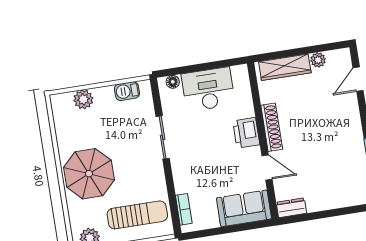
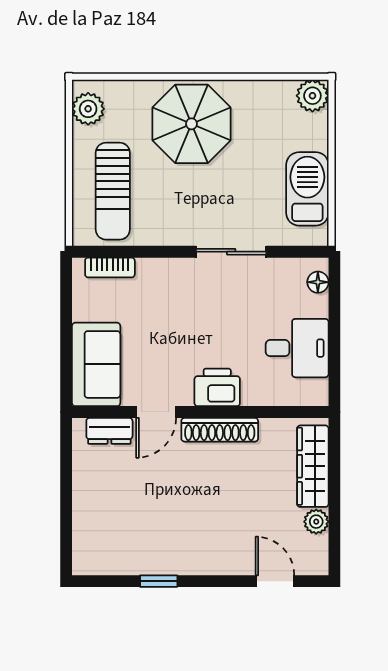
desk: (208, 89) -> (297, 348), width x0.73
barbecue: (127, 91) -> (307, 189), width x1.88, depth x1.53
plant: (83, 99) -> (312, 96), moved
dresser: (291, 208) -> (109, 431), moved, turned 90

